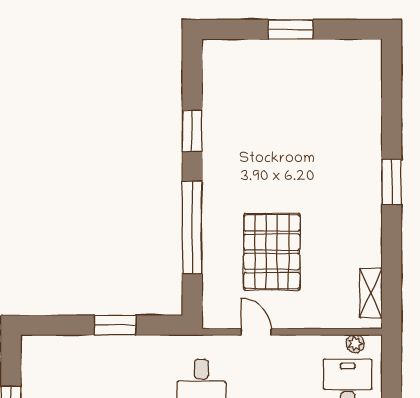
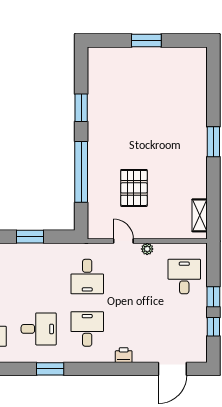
pallet: (272, 252) -> (134, 188), width x0.73, depth x0.71
plant: (355, 344) -> (147, 249), moved

